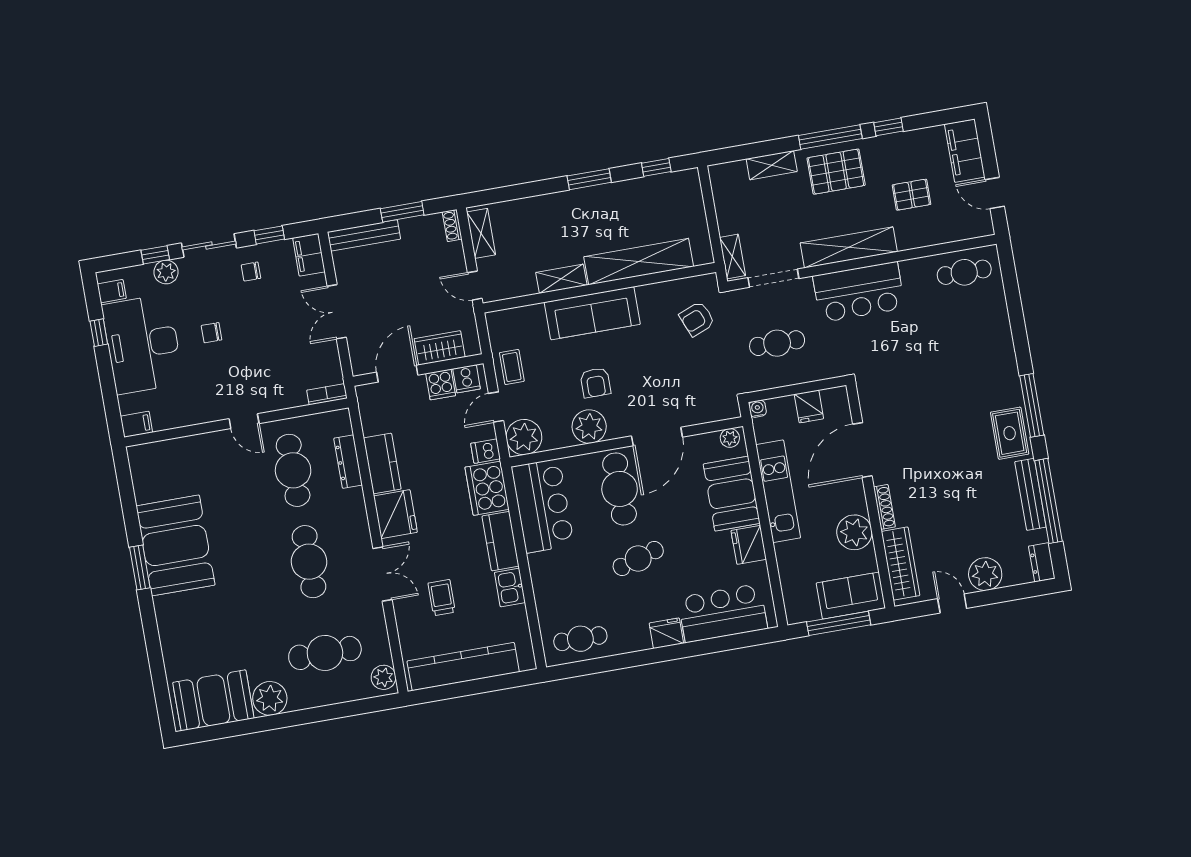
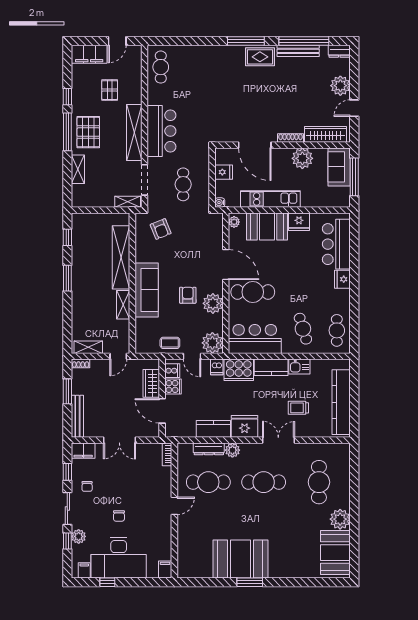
armchair: (595, 383) -> (188, 295), turned -90
cafe table: (638, 559) -> (303, 329), moved
plant: (383, 677) -> (232, 450), moved

